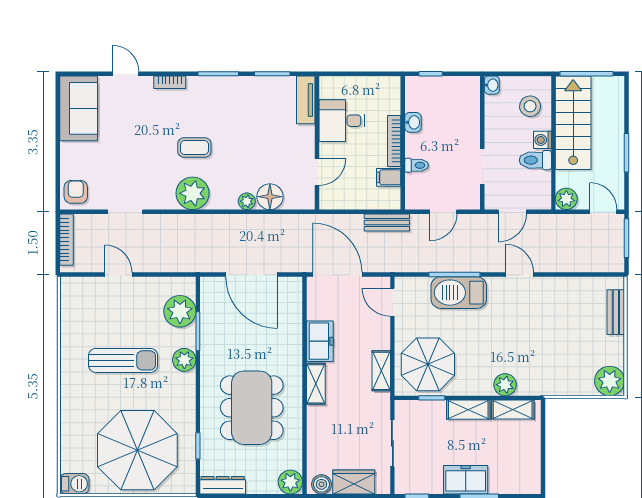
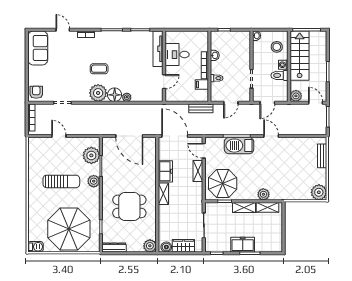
tv unit: (306, 100) -> (158, 49), width x1.41
floor lamp: (270, 197) -> (115, 95), moved
shelving: (381, 371) -> (198, 171), moved
dining table: (252, 408) -> (129, 206), width x0.73

